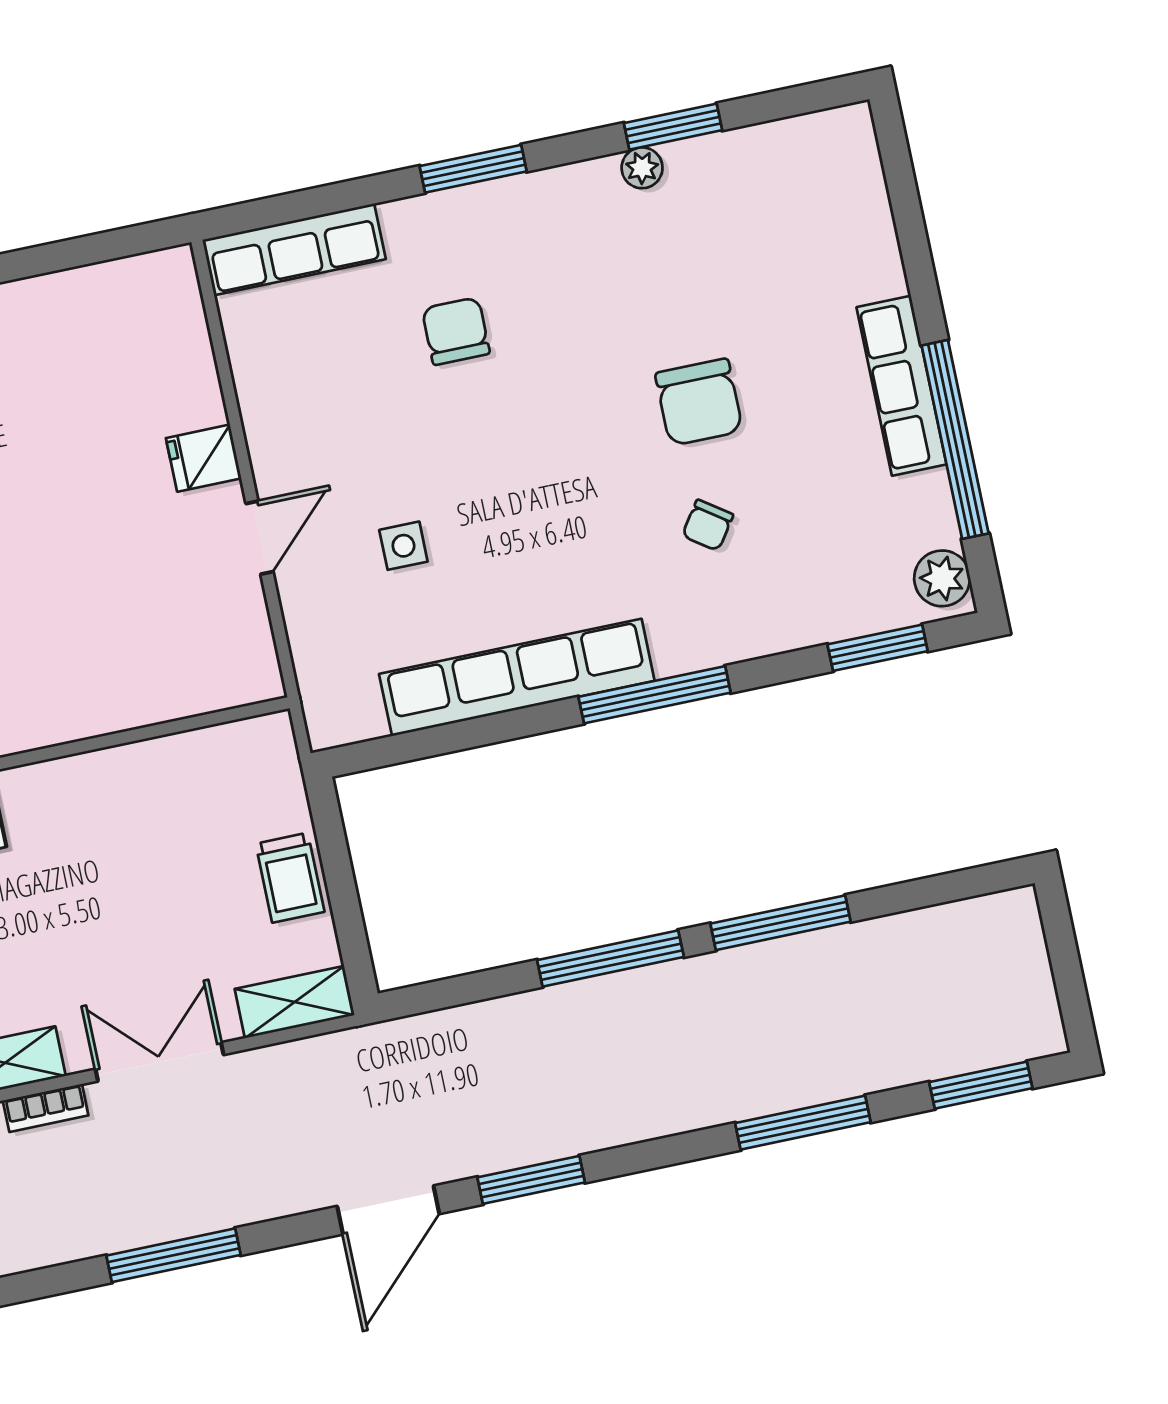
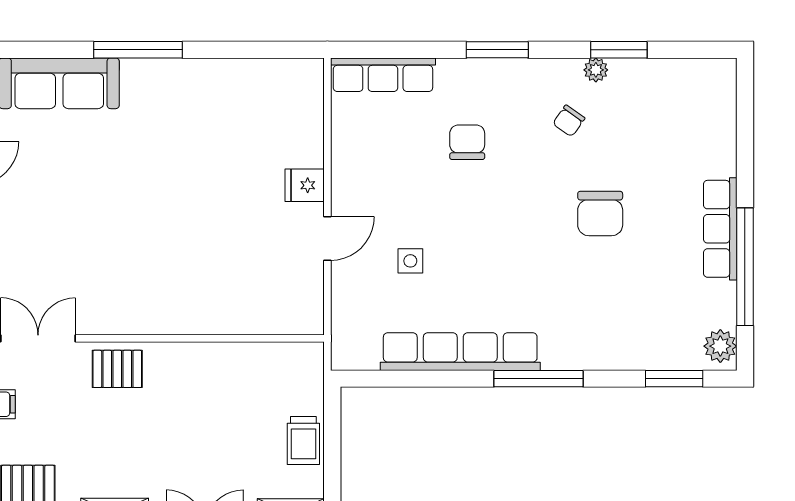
chair: (708, 525) -> (569, 121), moved

